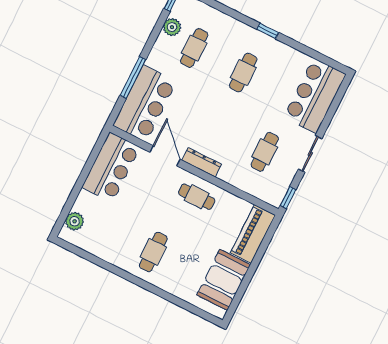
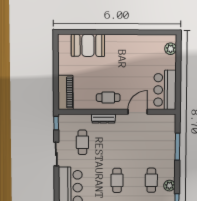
bar counter: (145, 104) -> (164, 135), removed
door: (165, 156) -> (138, 112), swing flipped
dresser: (202, 162) -> (103, 118), moved
cafe table: (153, 252) -> (117, 54), removed
booth: (224, 280) -> (88, 45), moved, turned 90

